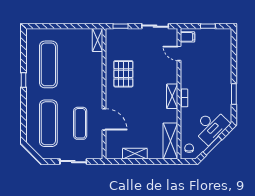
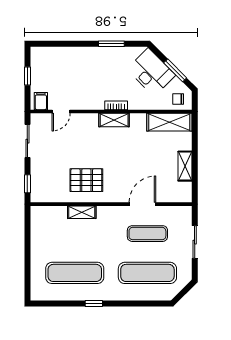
shelving: (97, 40) -> (82, 212), moved

